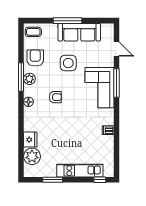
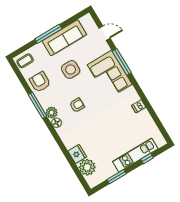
plant: (29, 79) -> (52, 112), moved
window: (100, 180) -> (147, 158), moved

